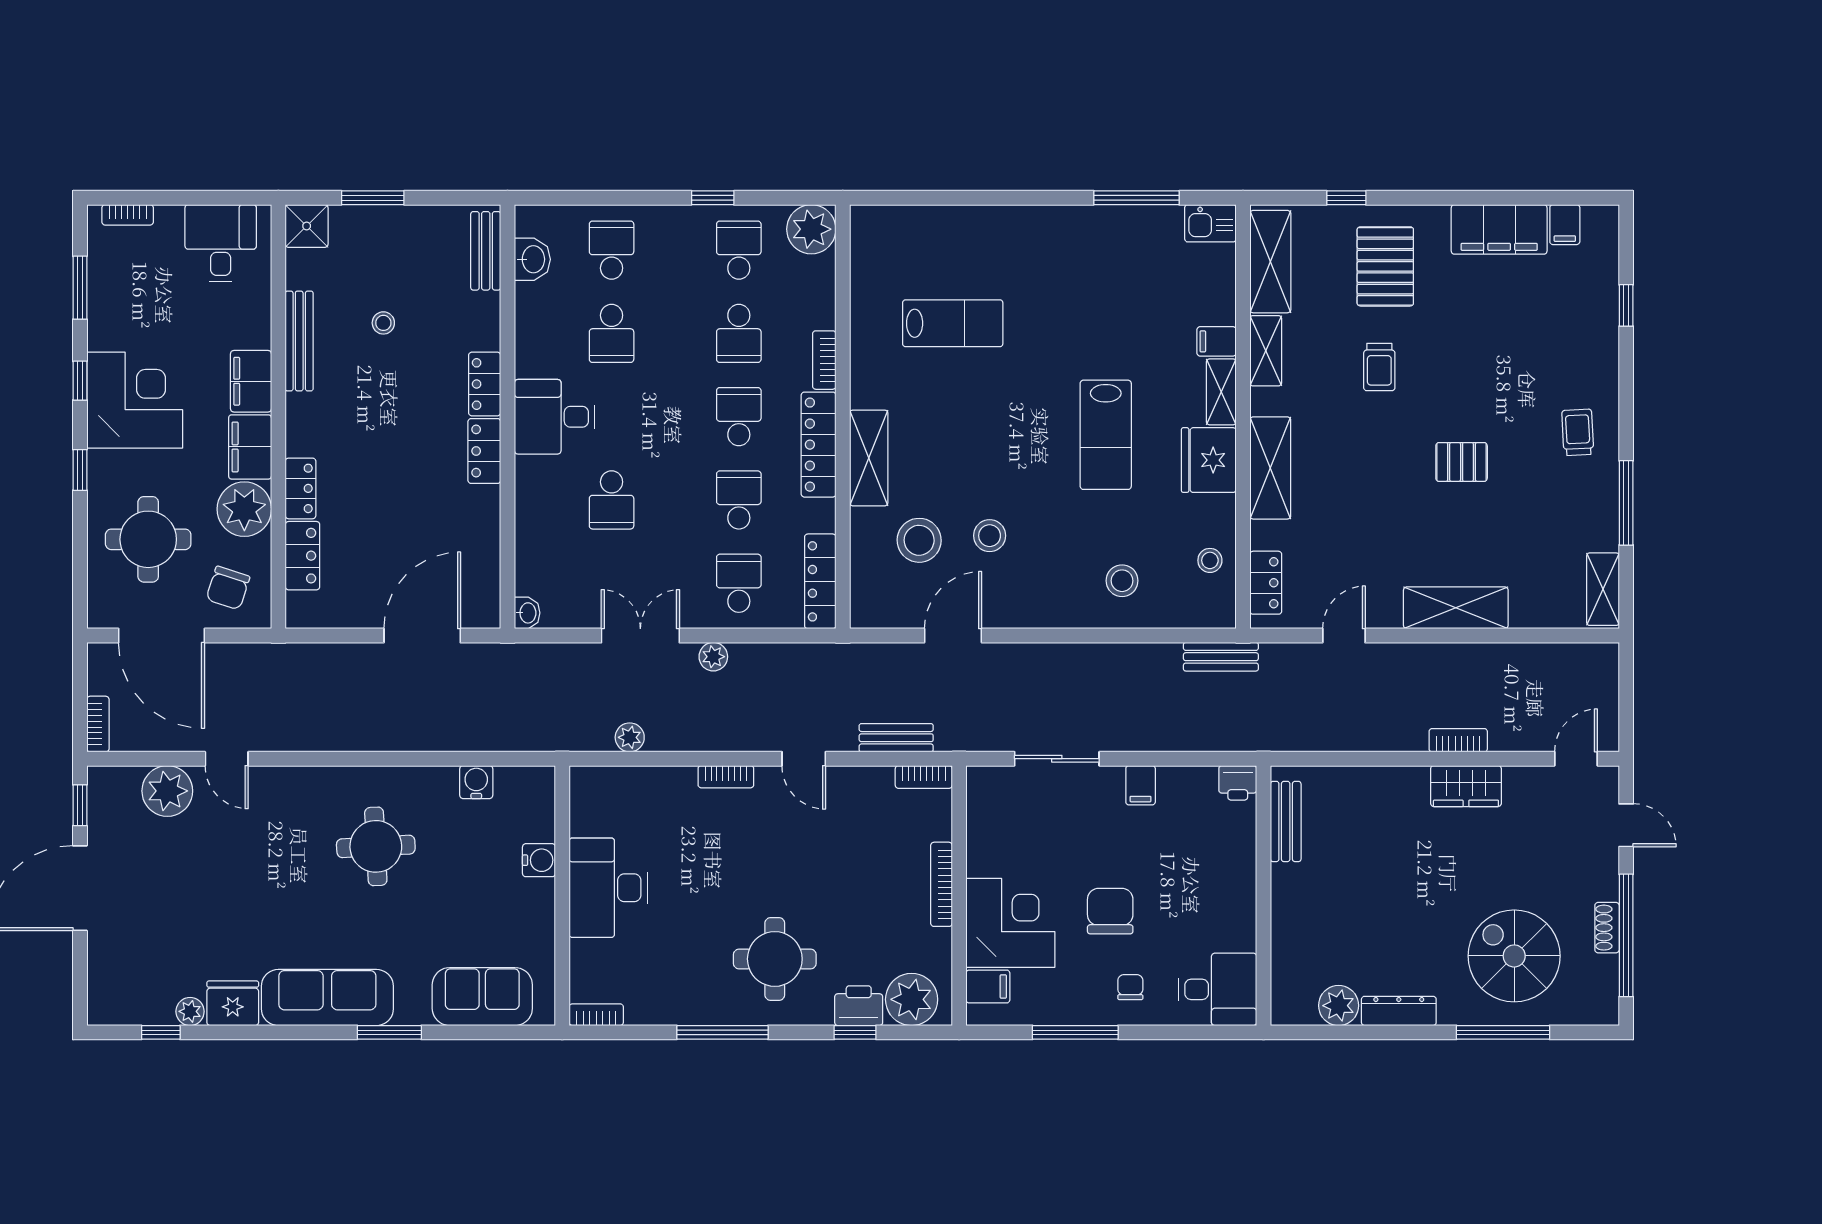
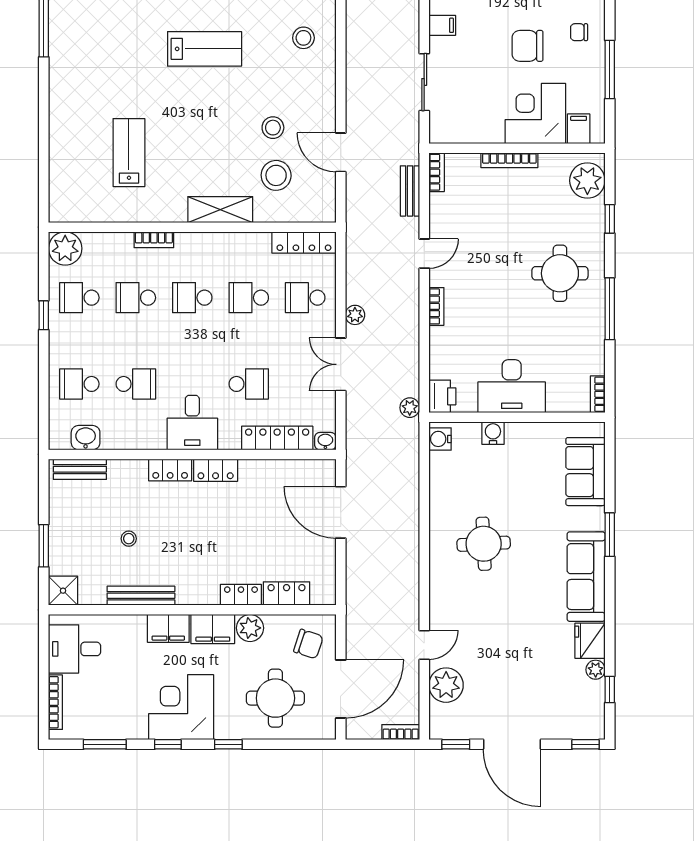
bookcase: (128, 215) -> (55, 702), width x1.56
school desk: (739, 333) -> (136, 298), turned 180
locker: (819, 445) -> (277, 438), moved, turned 180
plant: (244, 509) -> (250, 628), width x0.73, depth x0.73
plant: (630, 737) -> (410, 408), moved
water cooler: (476, 782) -> (440, 439), moved
window: (80, 997) -> (586, 744), added
printer: (859, 1006) -> (442, 396), moved, turned 180

